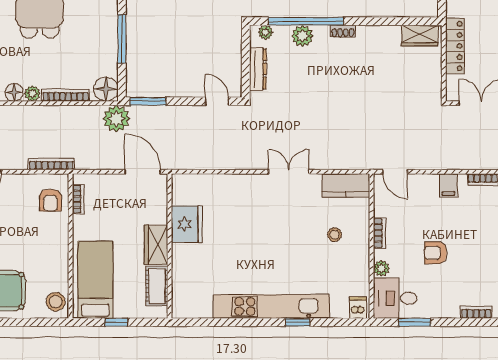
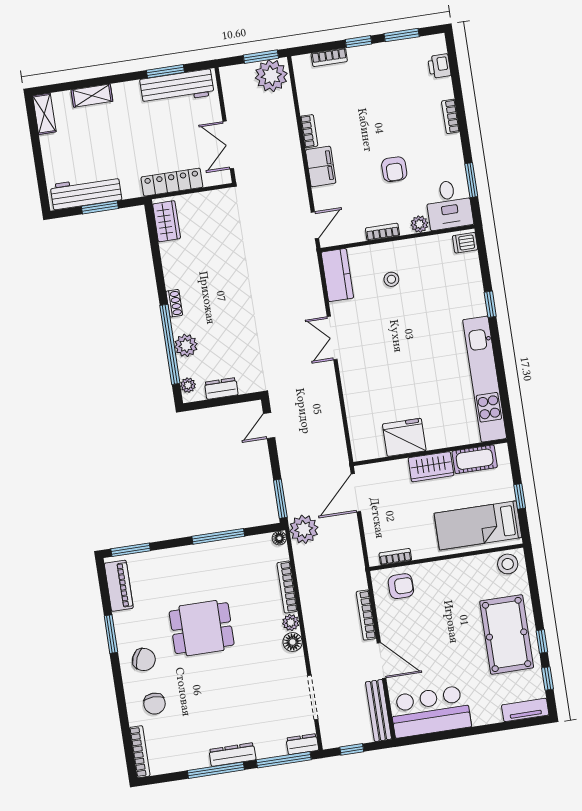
dresser: (258, 69) -> (221, 388), width x0.70
floor lamp: (106, 89) -> (279, 538), width x0.53, depth x0.53
bookcase: (51, 164) -> (366, 615), moved
filing cabinet: (448, 185) -> (321, 166), width x2.00
kitchen unit: (272, 306) -> (485, 379), moved

